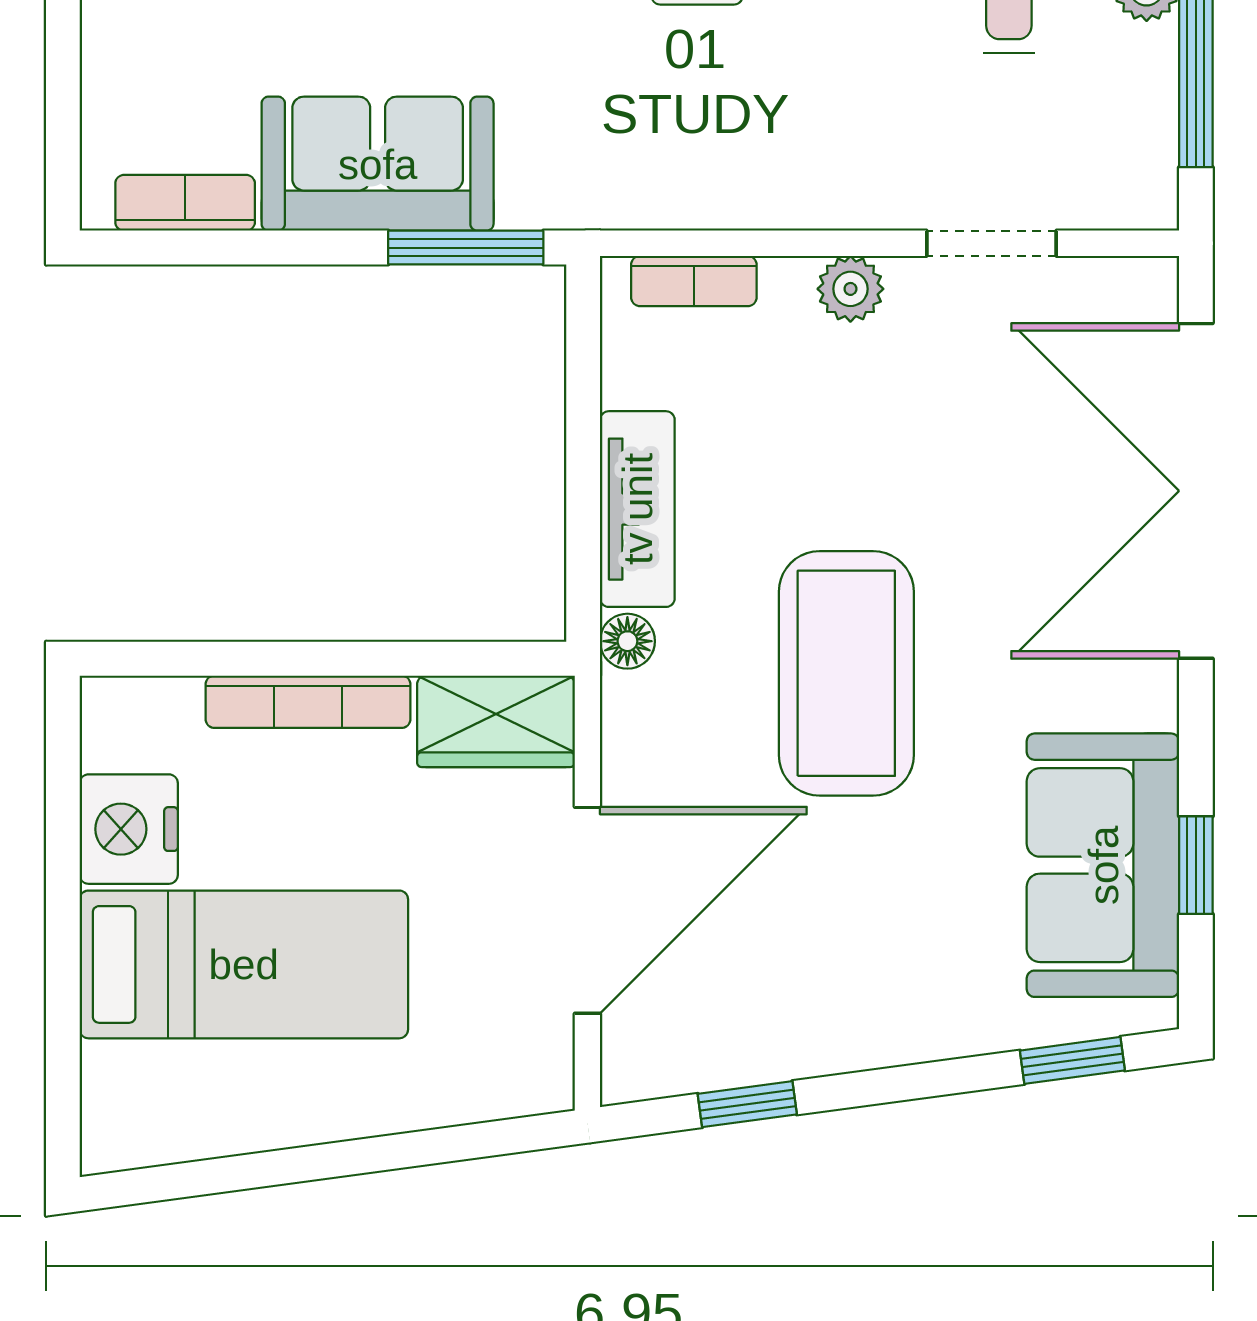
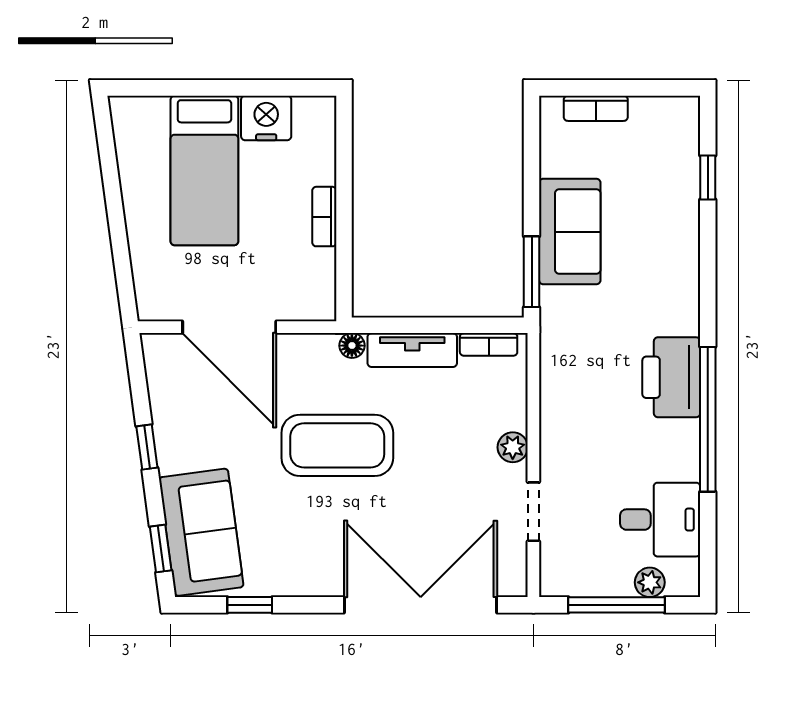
bookcase: (185, 203) -> (596, 108), moved, turned 90
bookcase: (694, 281) -> (489, 344), moved, turned -90
bookcase: (308, 702) -> (324, 217), width x0.64
wardrobe: (496, 721) -> (315, 285), removed
sofa: (1103, 865) -> (201, 532), moved, turned 82
window: (747, 1104) -> (147, 447), moved

